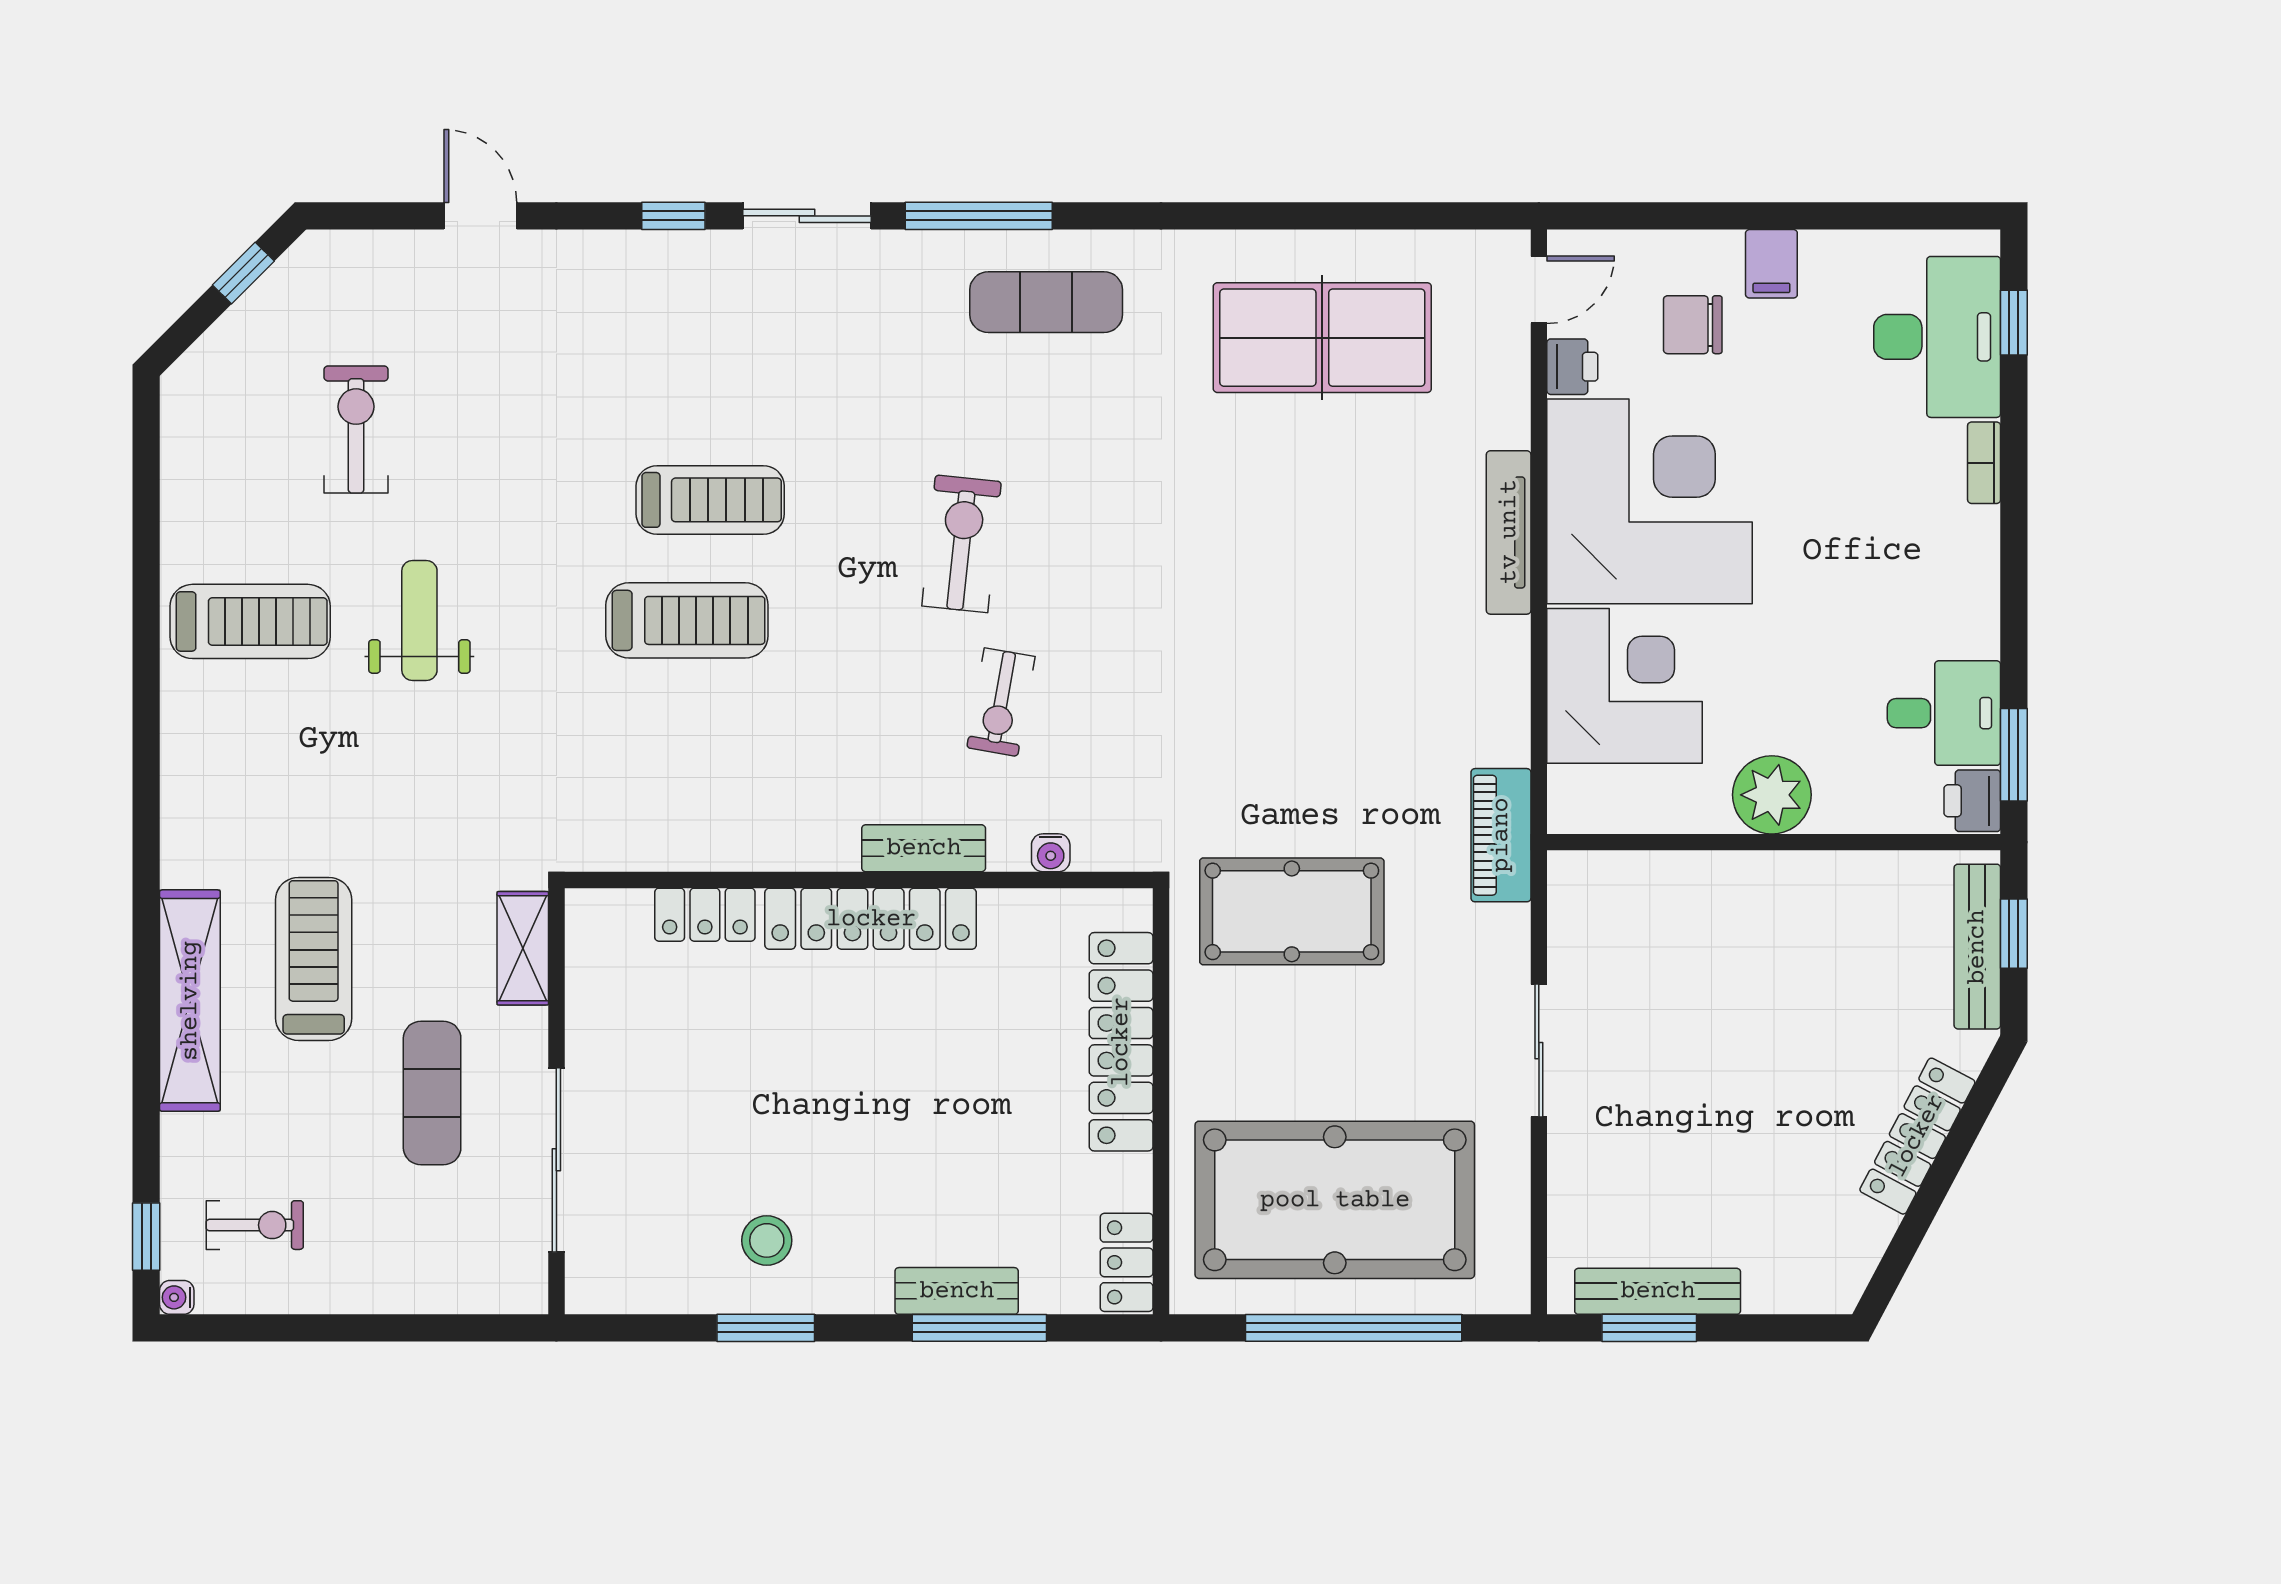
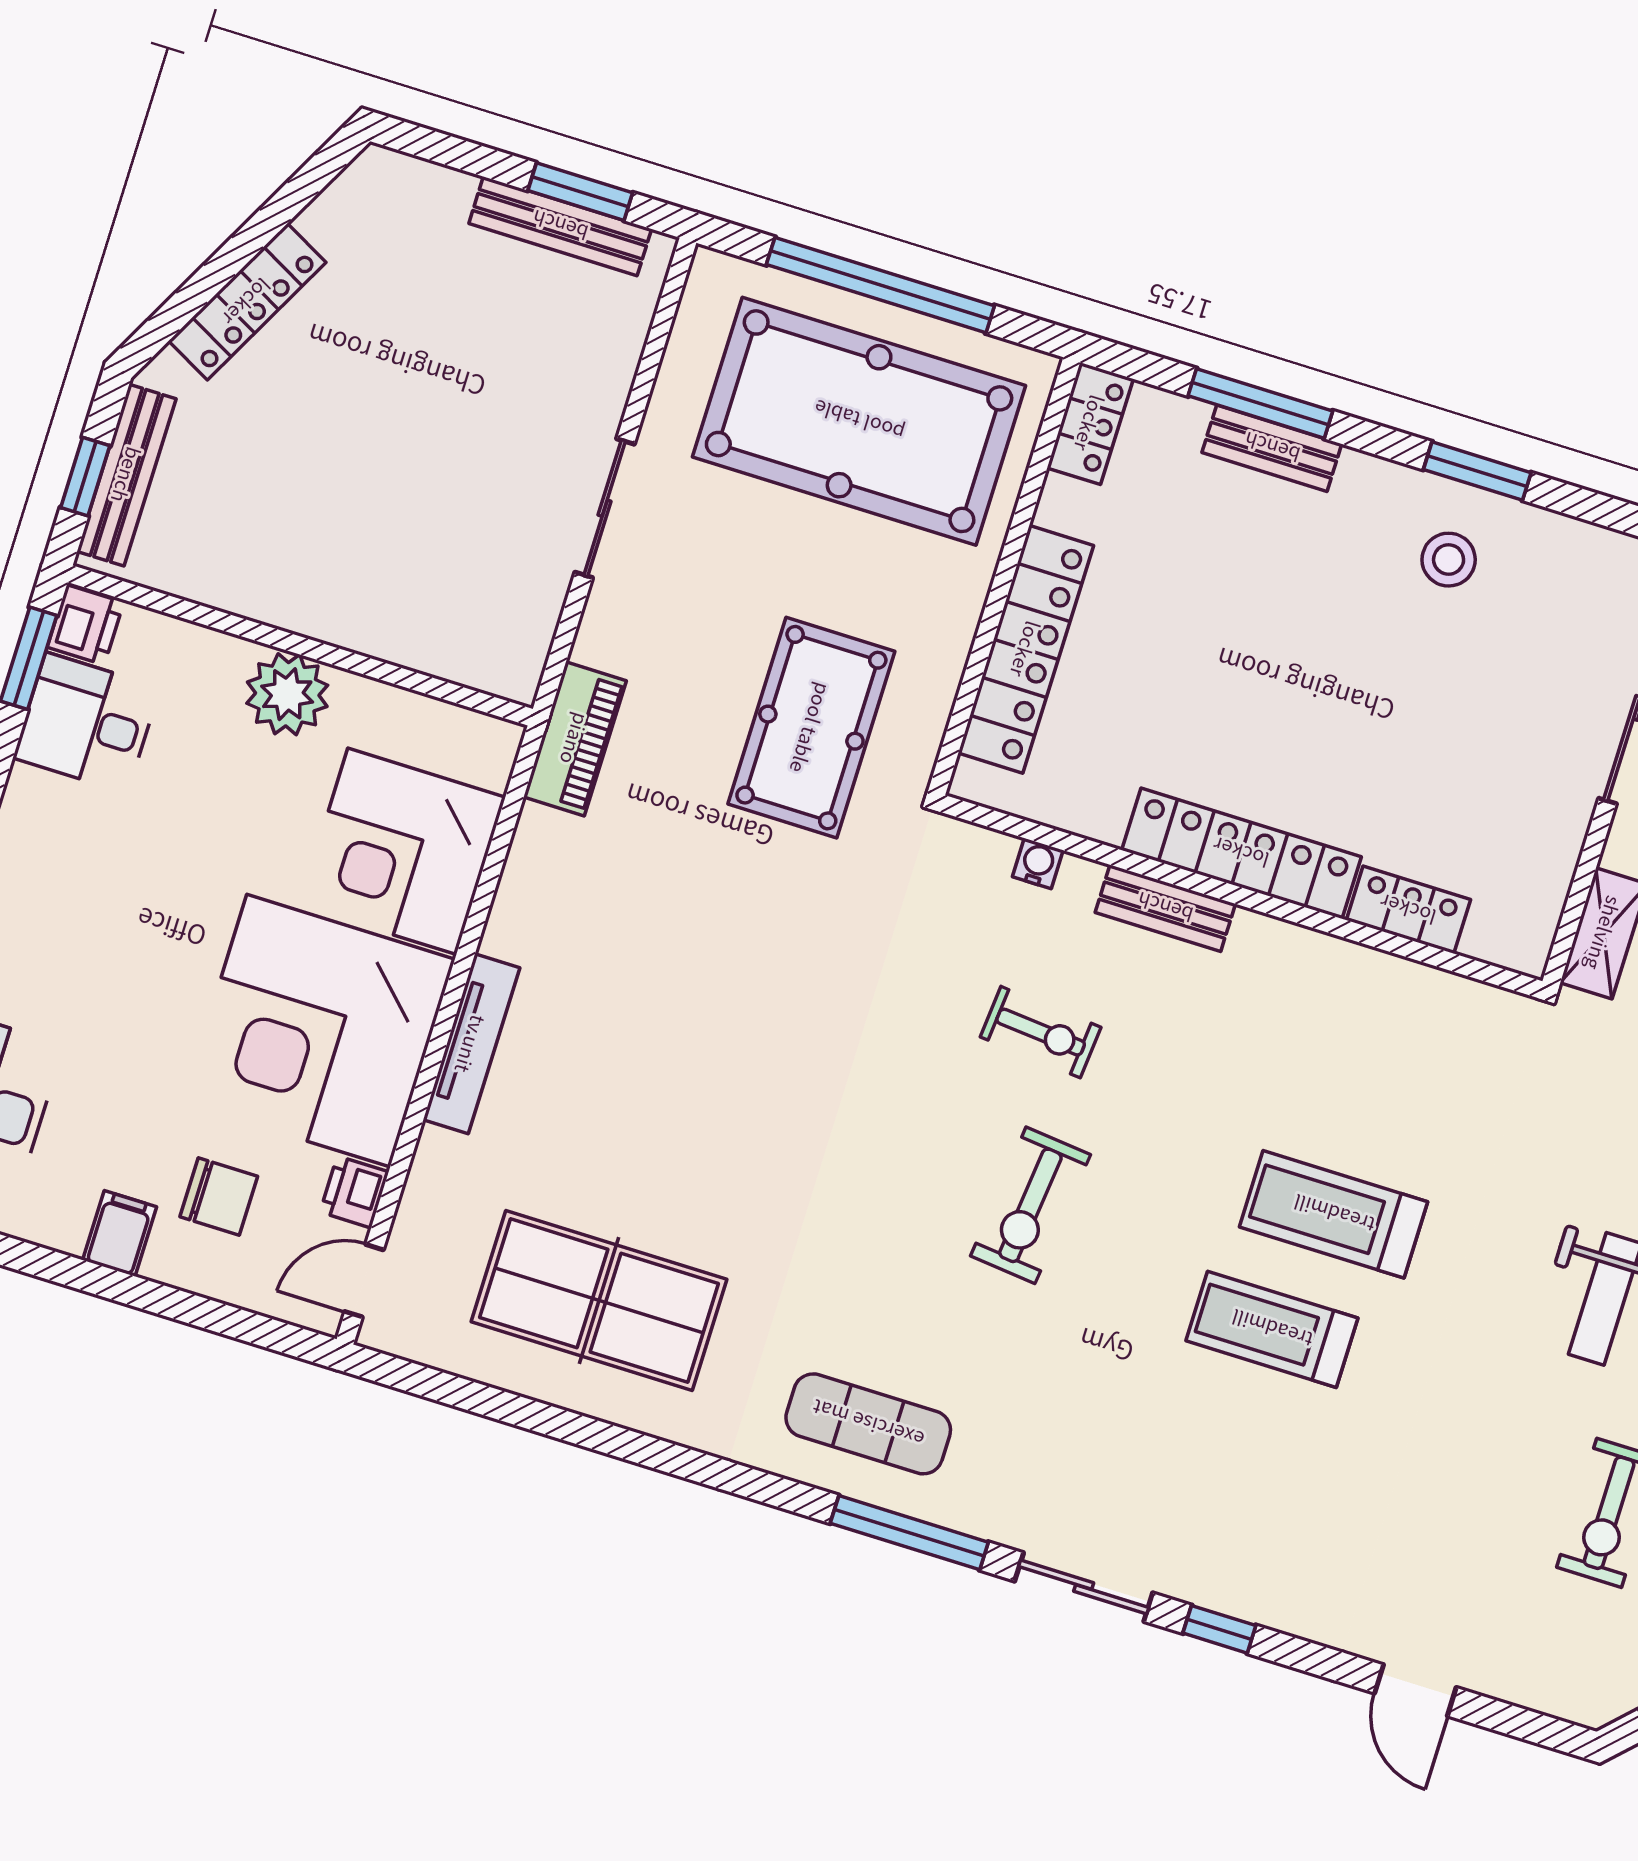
exercise bike: (1001, 702) -> (1041, 1032), turned 85
pool table: (1292, 911) -> (811, 728), turned 90

